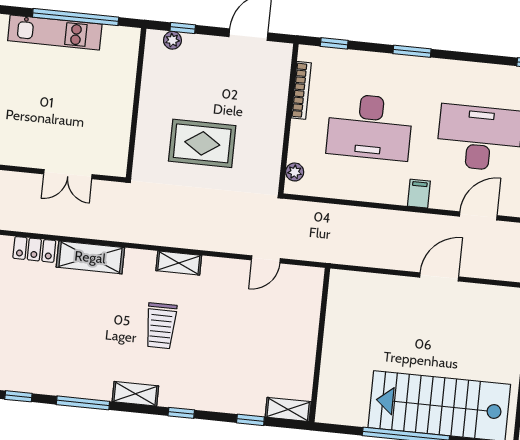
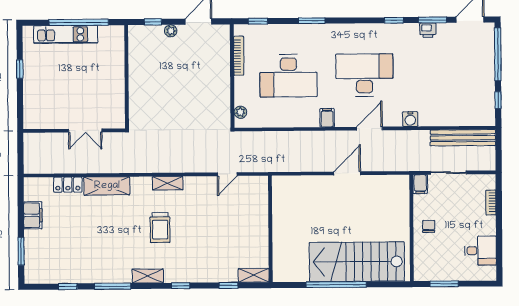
plant: (172, 40) -> (171, 31), moved
rug: (202, 143) -> (175, 99), removed

